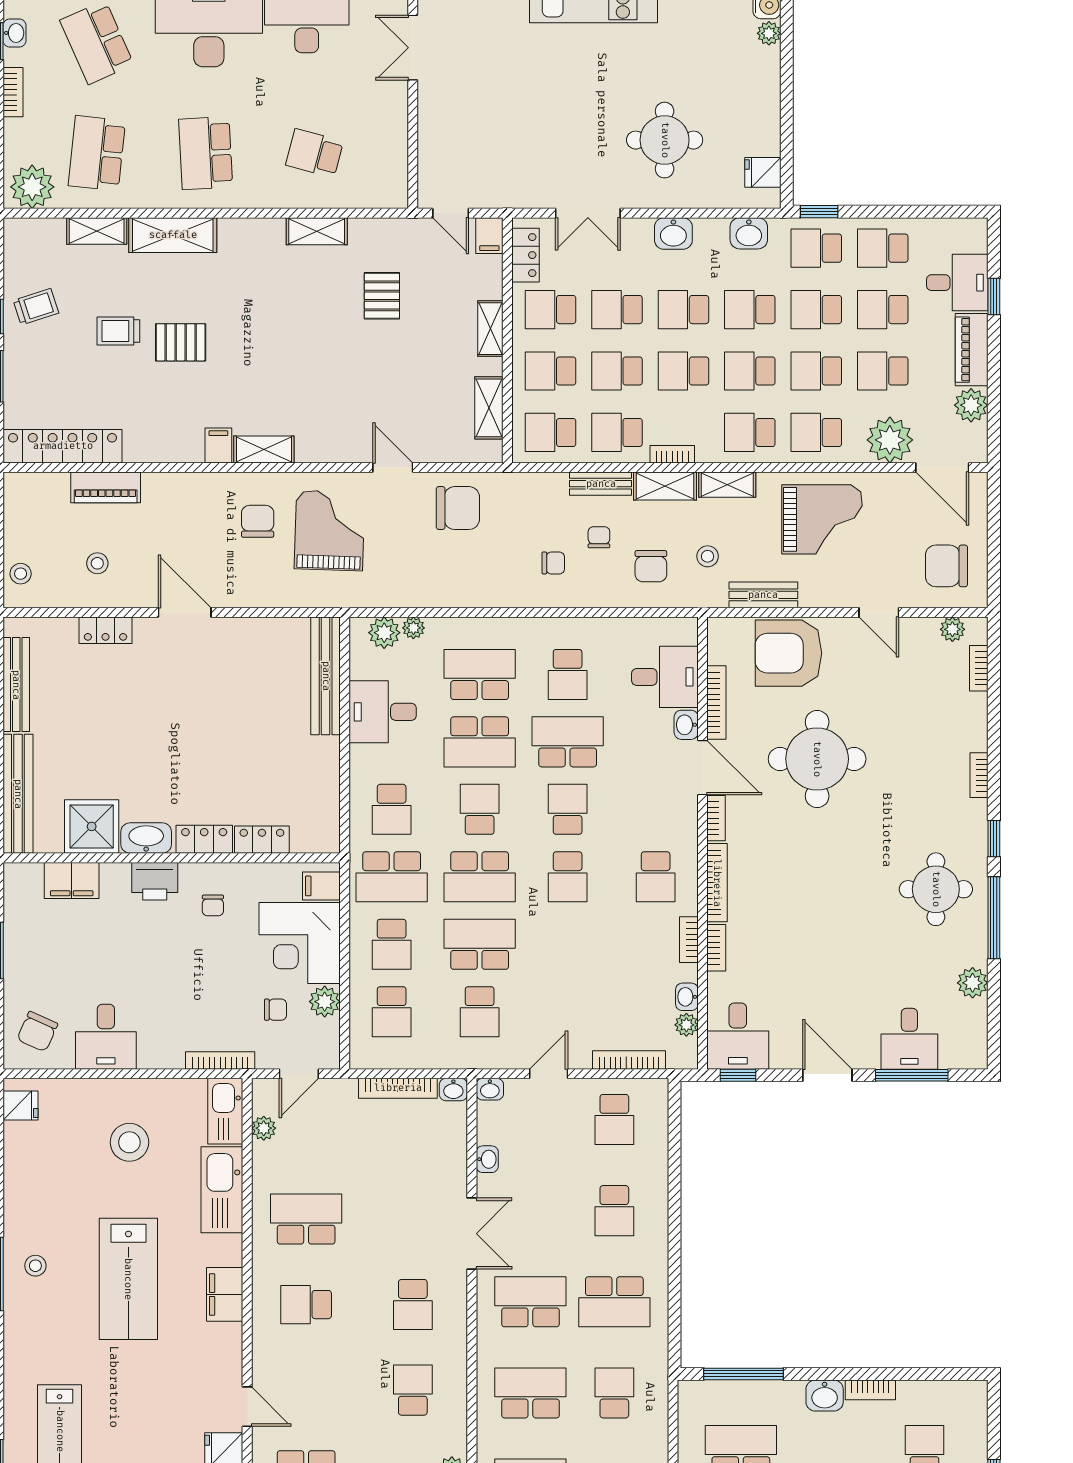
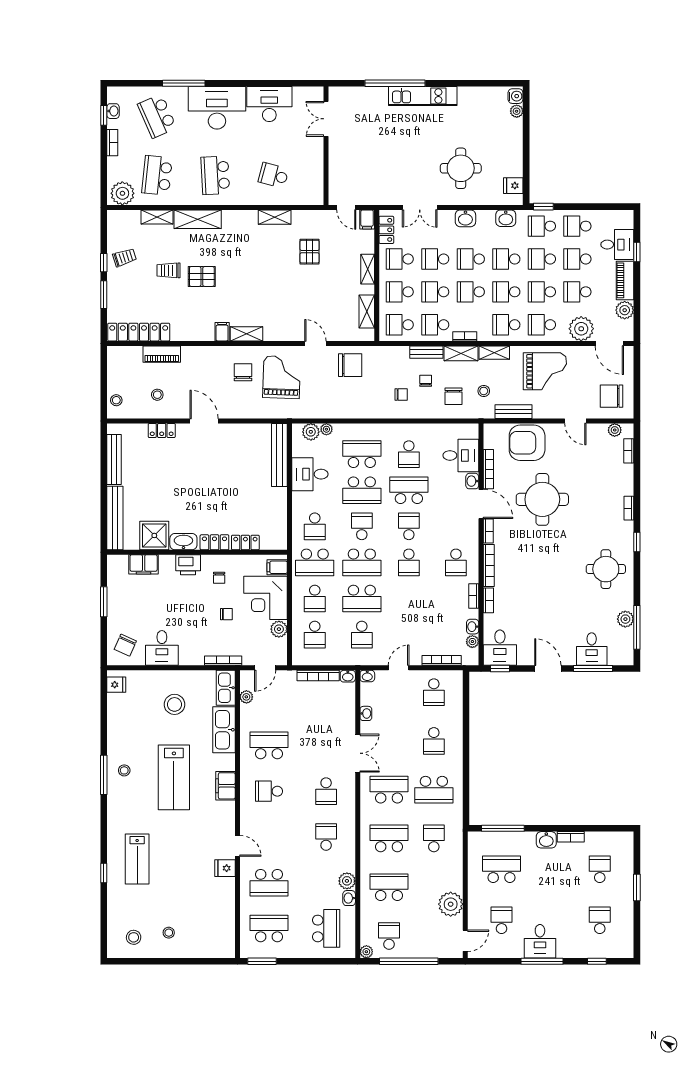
window: (994, 918) -> (637, 627), moved
school desk: (480, 944) -> (362, 598), turned 180
chair: (275, 1010) -> (226, 614), moved

